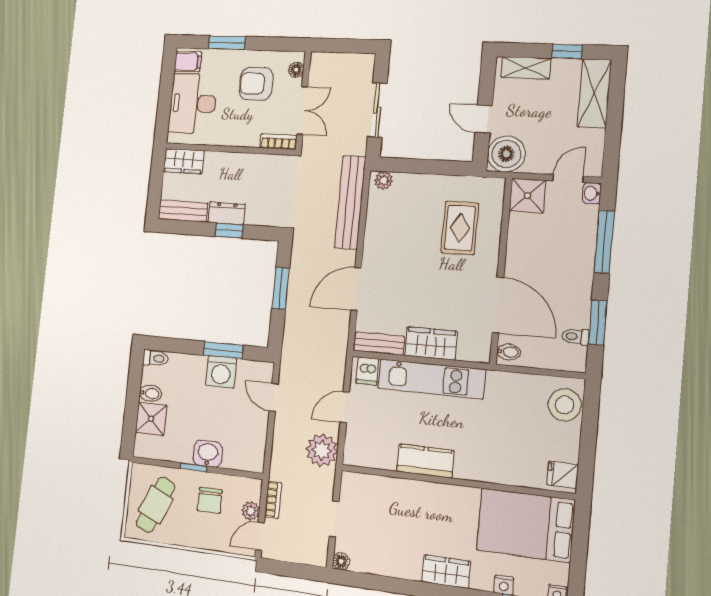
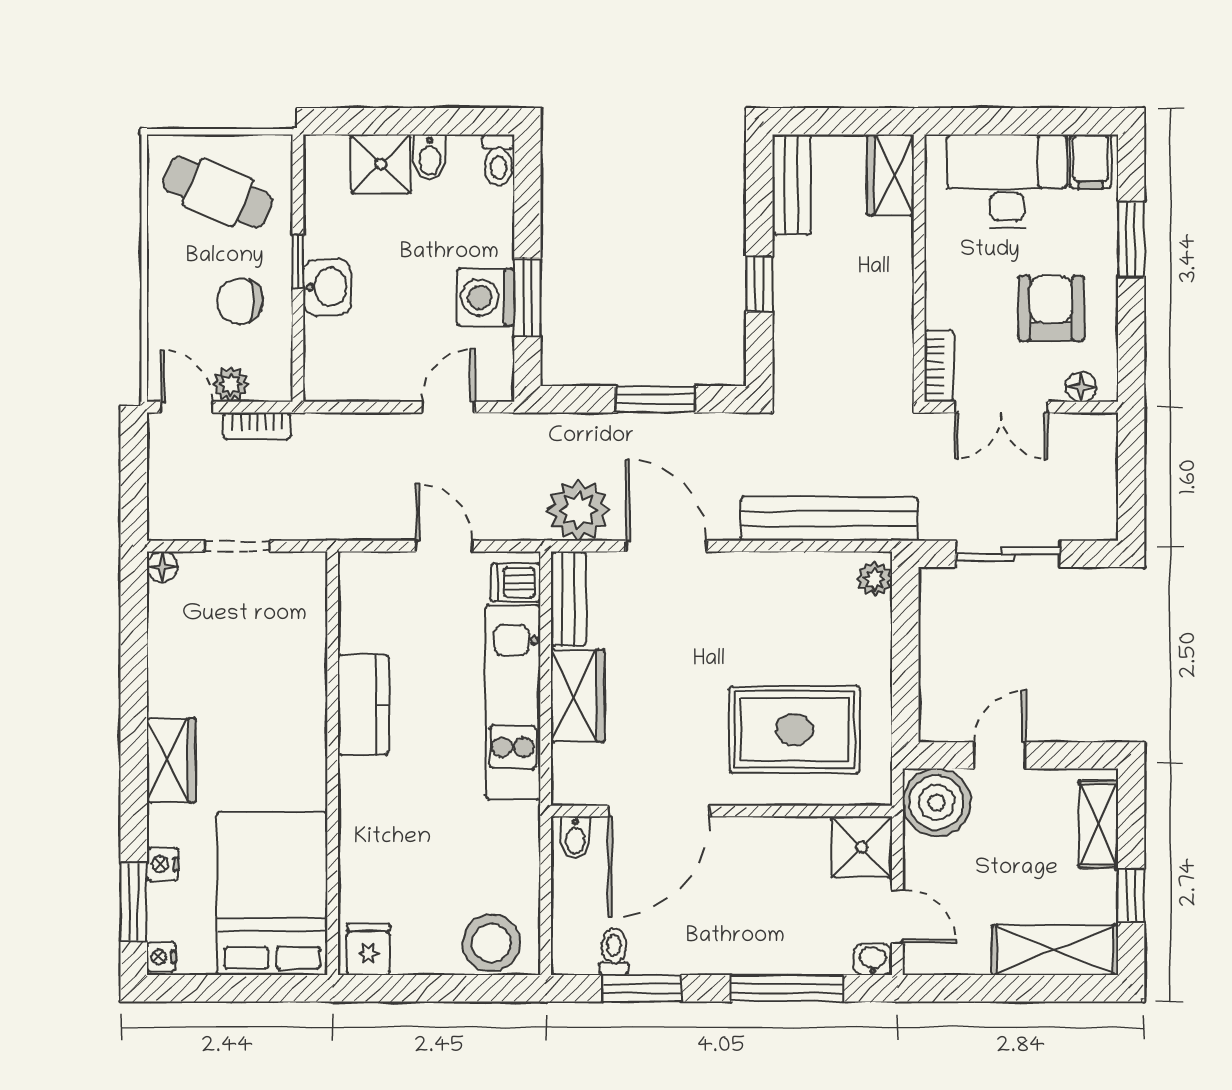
dresser: (226, 213) -> (793, 275), removed
rug: (460, 228) -> (795, 730), width x1.36, depth x1.43
plant: (322, 450) -> (578, 510), moved

